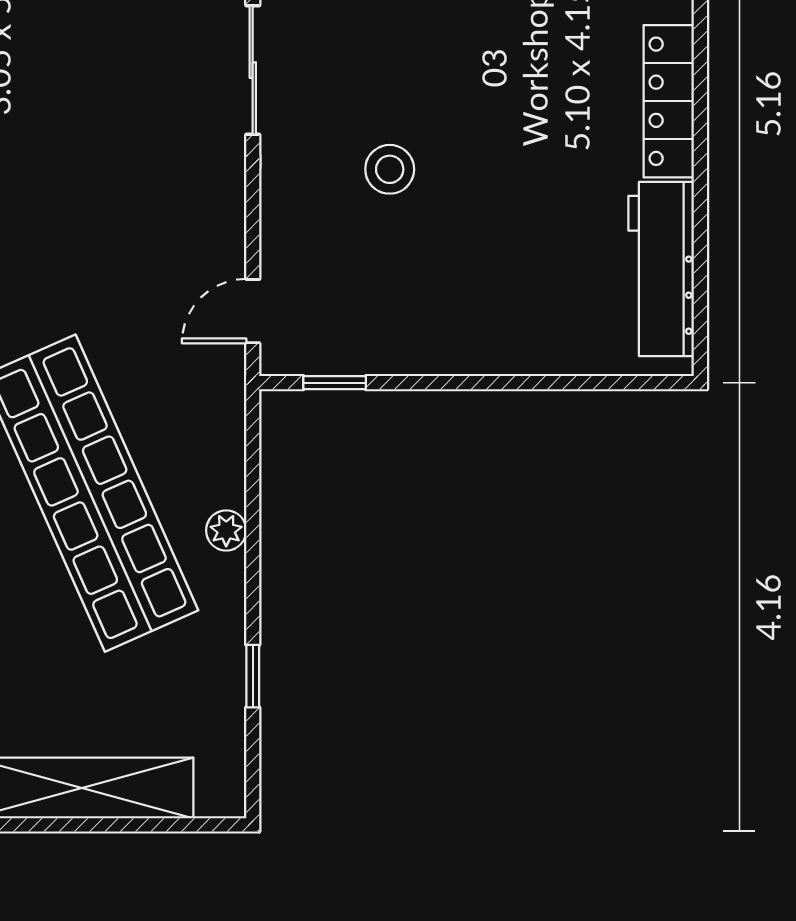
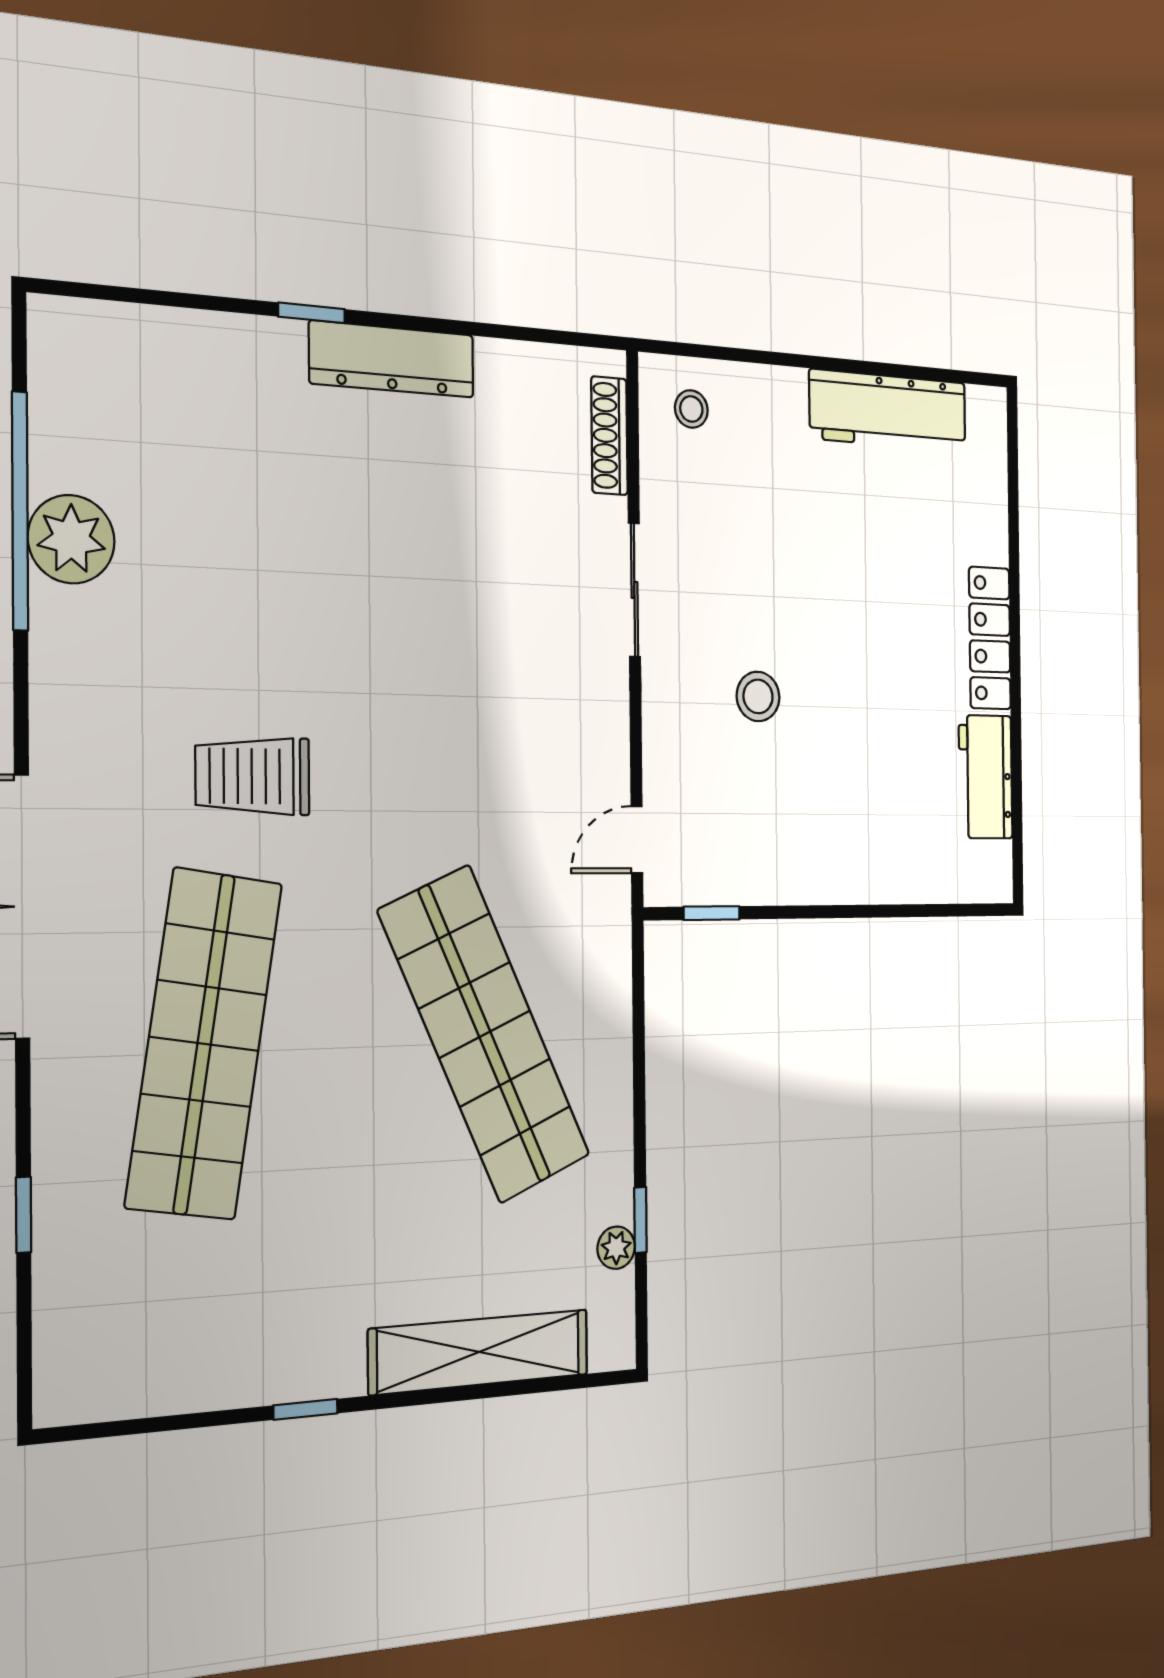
workbench: (661, 269) -> (986, 777), width x0.73
plant: (226, 530) -> (616, 1248), moved

